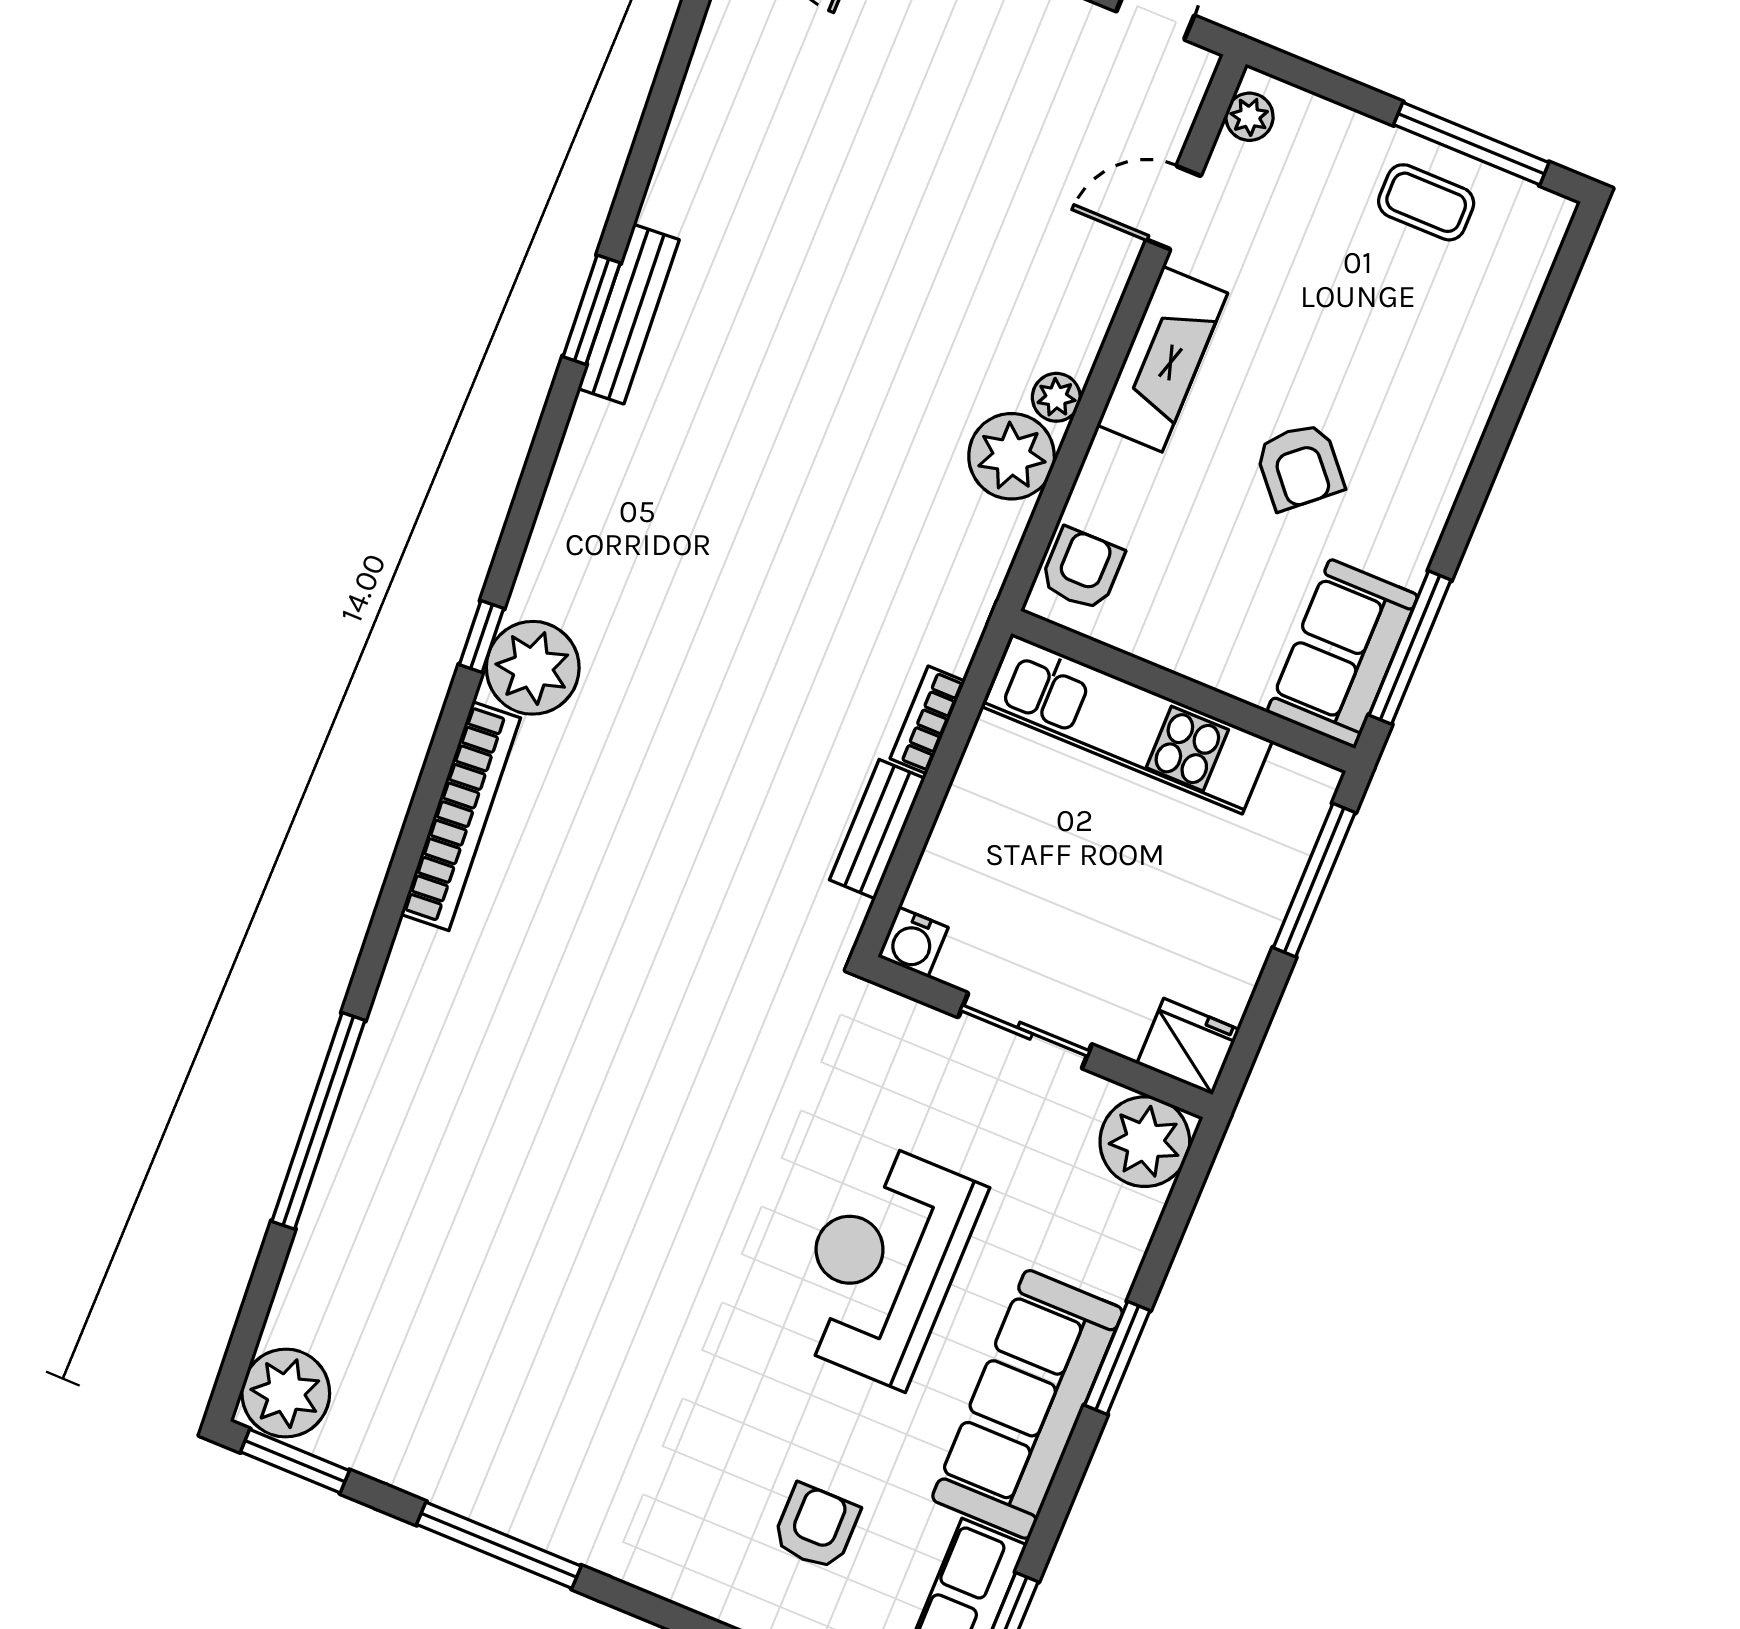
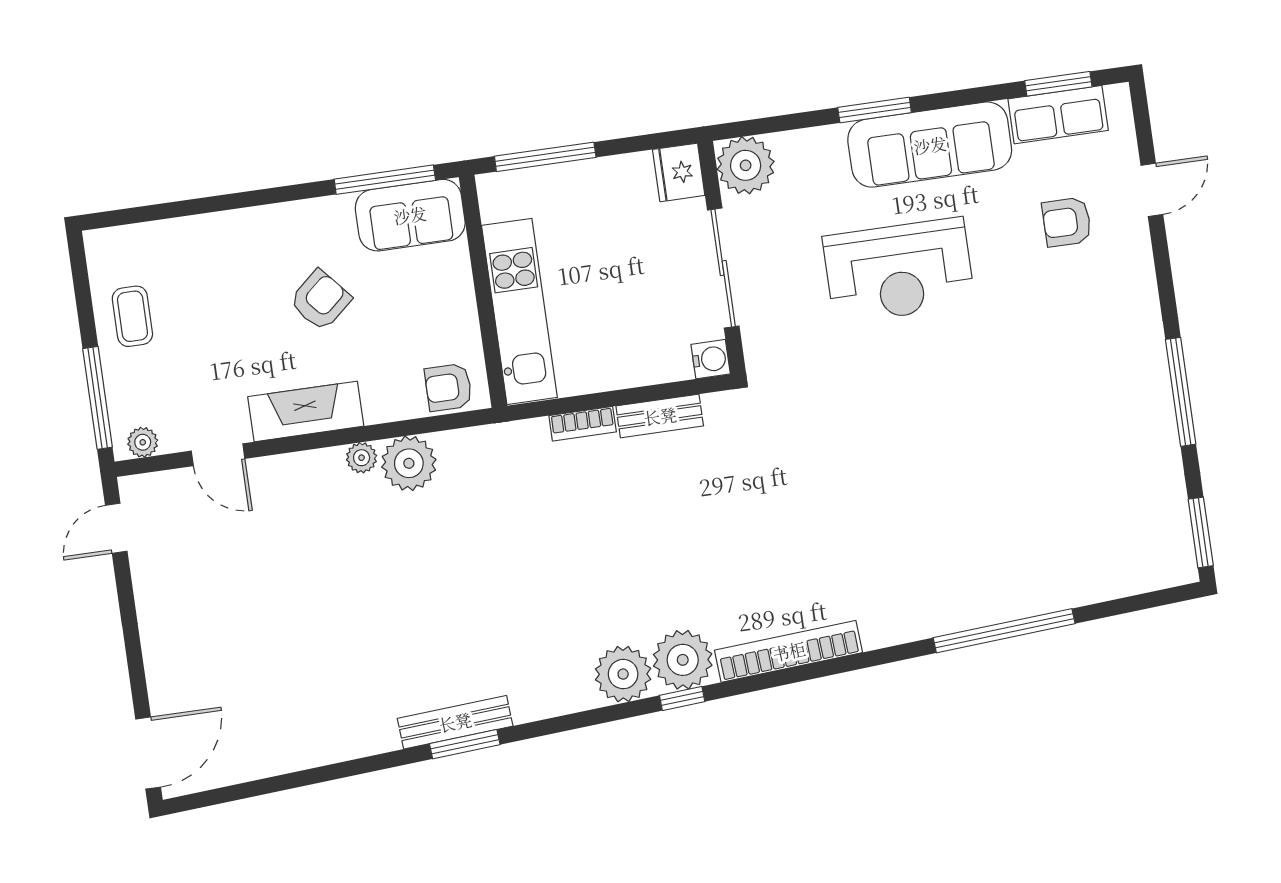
window: (1471, 144) -> (98, 398), moved
sliding door: (1025, 1031) -> (723, 268), width x1.37
plant: (286, 1393) -> (623, 674), moved

